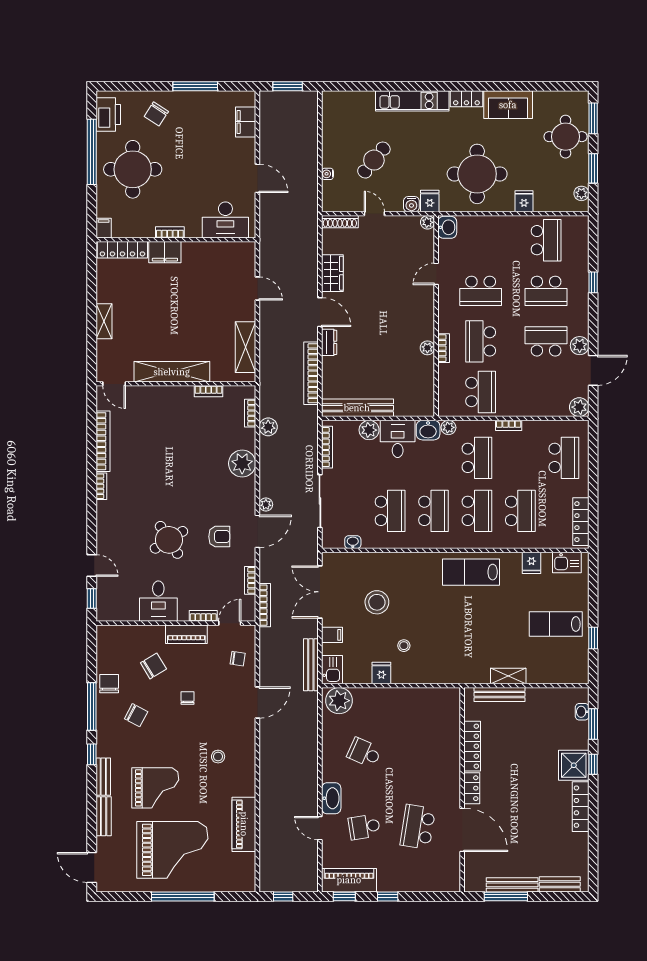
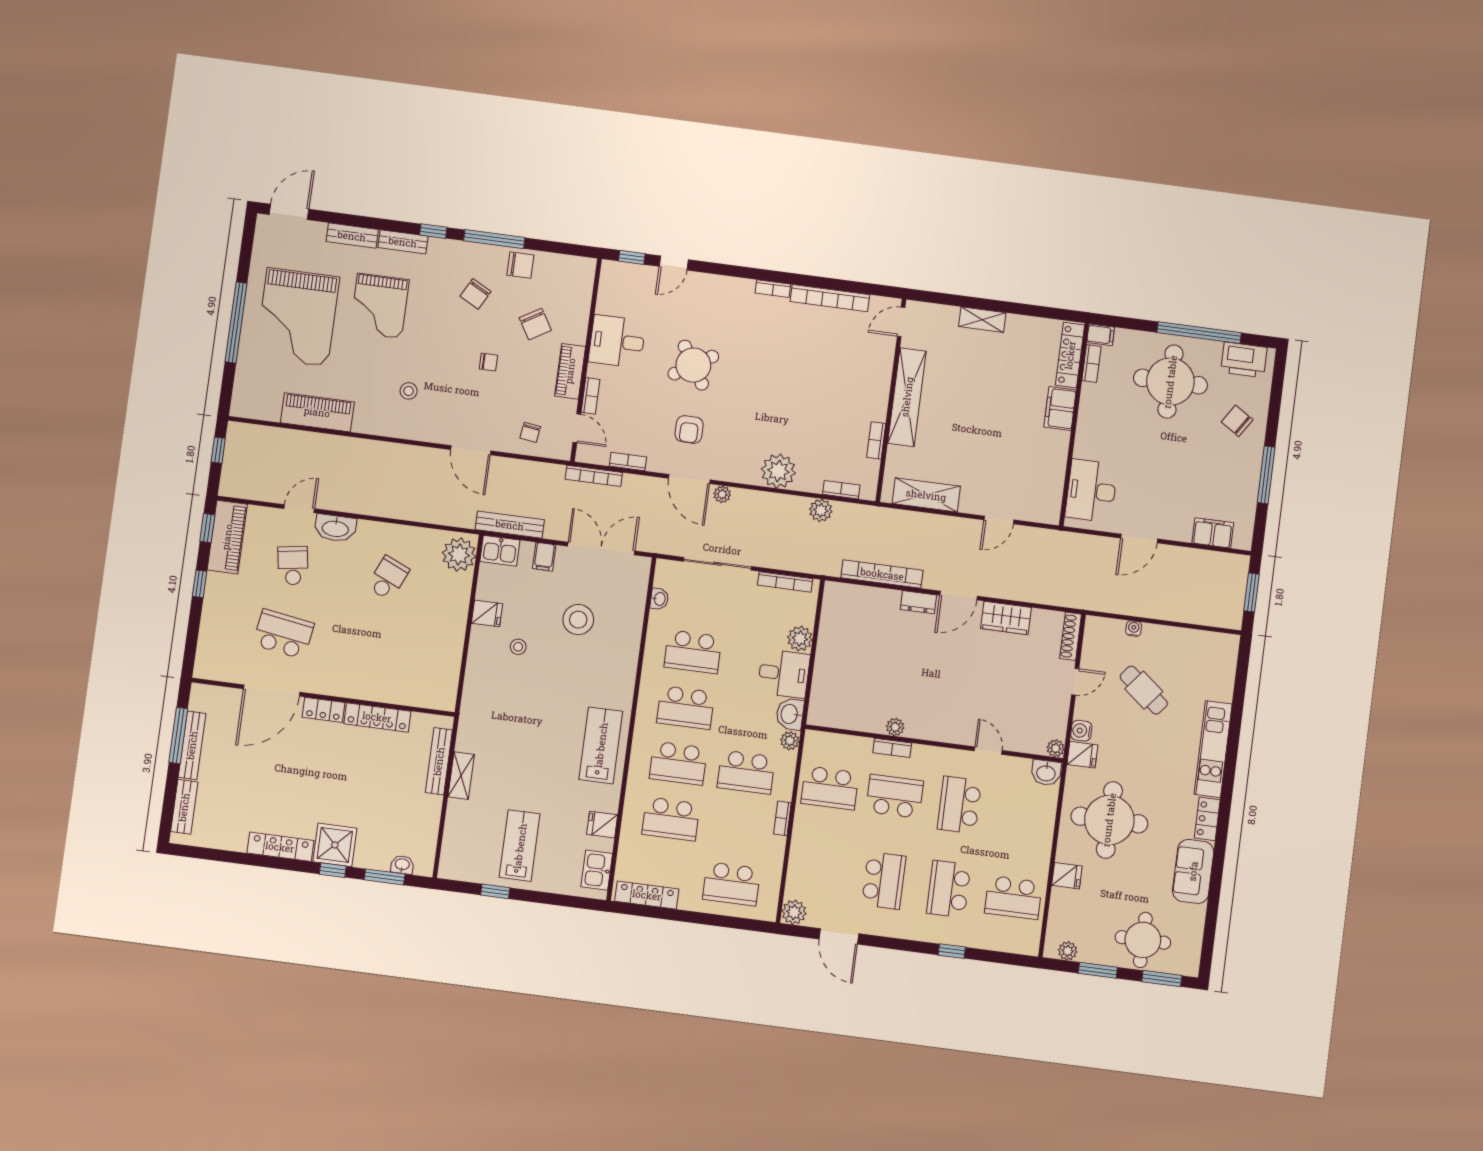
bookcase: (170, 232) -> (1091, 363), moved
plant: (580, 346) -> (873, 923), removed
bench: (357, 408) -> (830, 627), removed

